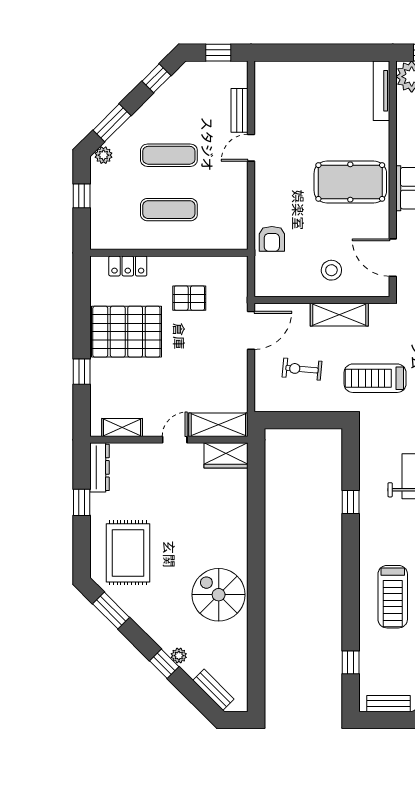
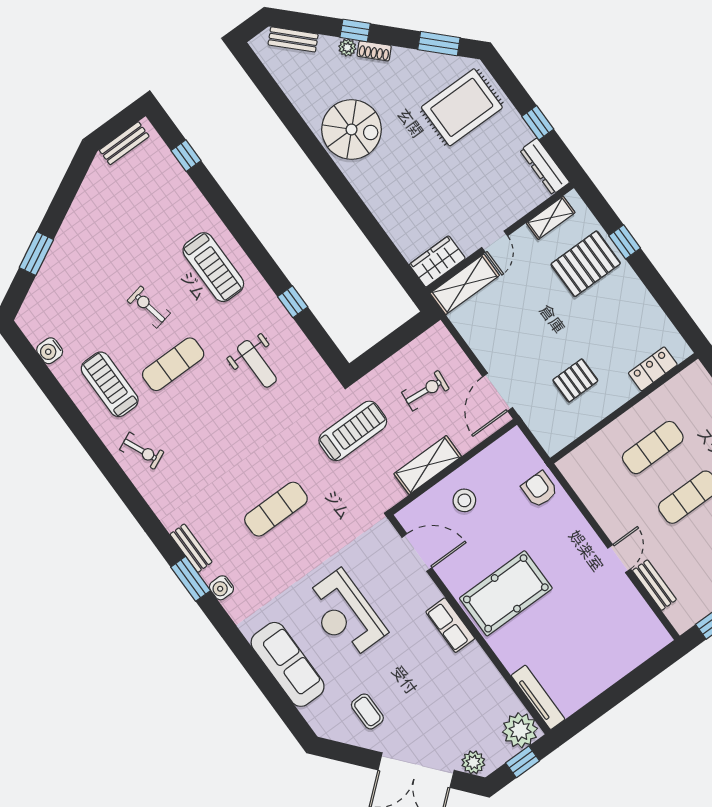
pallet: (126, 332) -> (586, 264), moved, width x0.73, depth x0.71
rug: (128, 553) -> (462, 107), turned 90
treadmill: (393, 597) -> (213, 267), moved, turned 180
shoe rack: (161, 639) -> (374, 51), added

